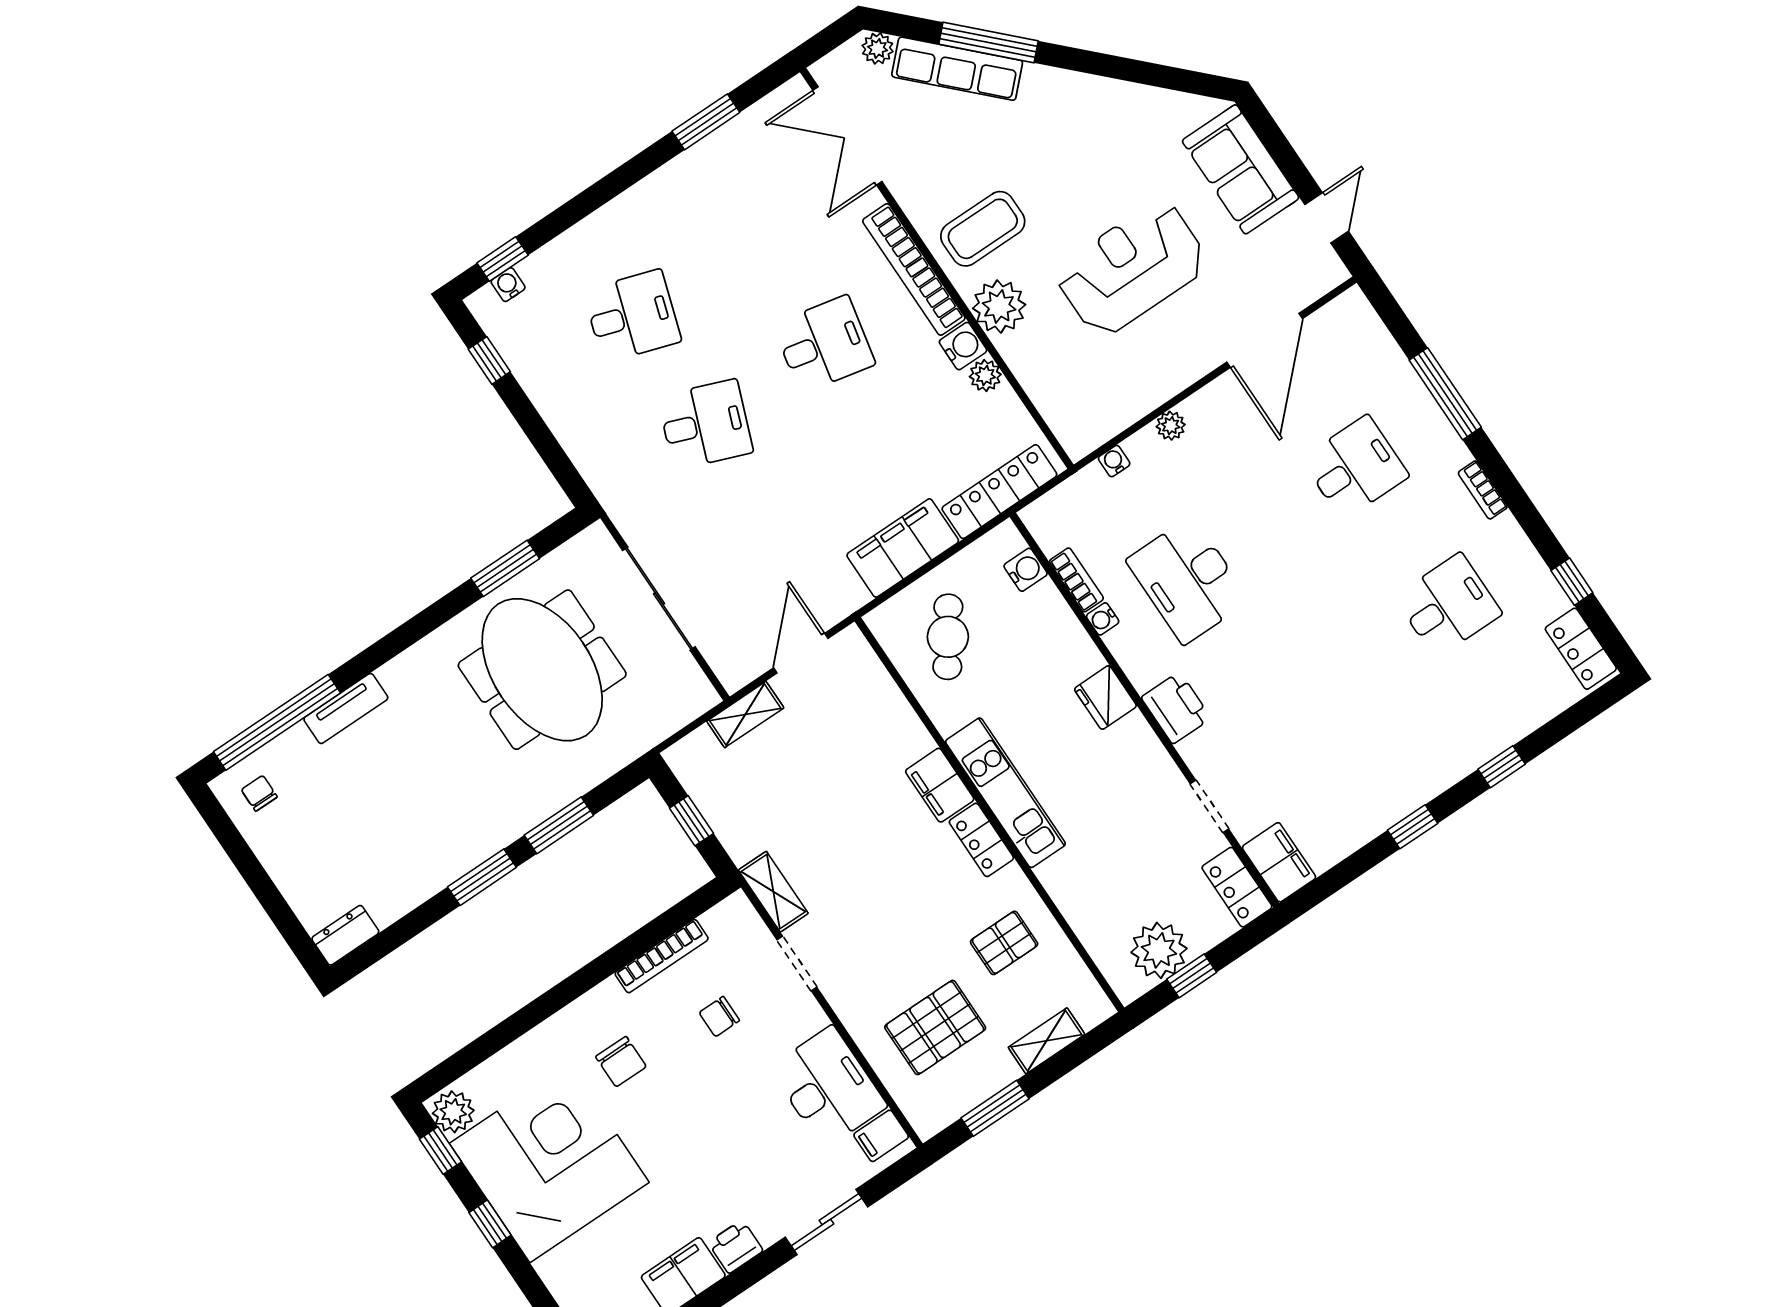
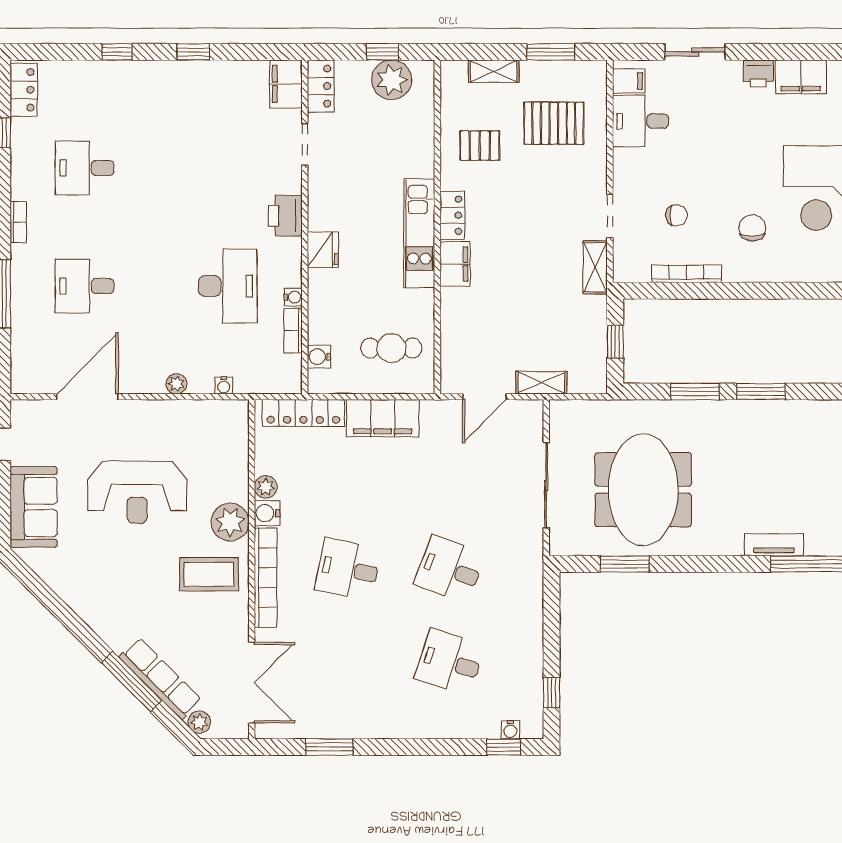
cafe table: (948, 637) -> (391, 348), turned 55
desk: (828, 1087) -> (640, 121), width x0.73

